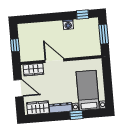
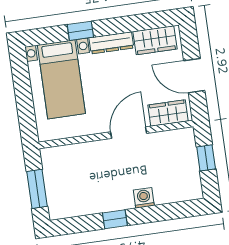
window: (83, 14) -> (115, 219), moved
washing machine: (68, 25) -> (144, 198), moved
door: (54, 61) -> (129, 133), swing flipped

